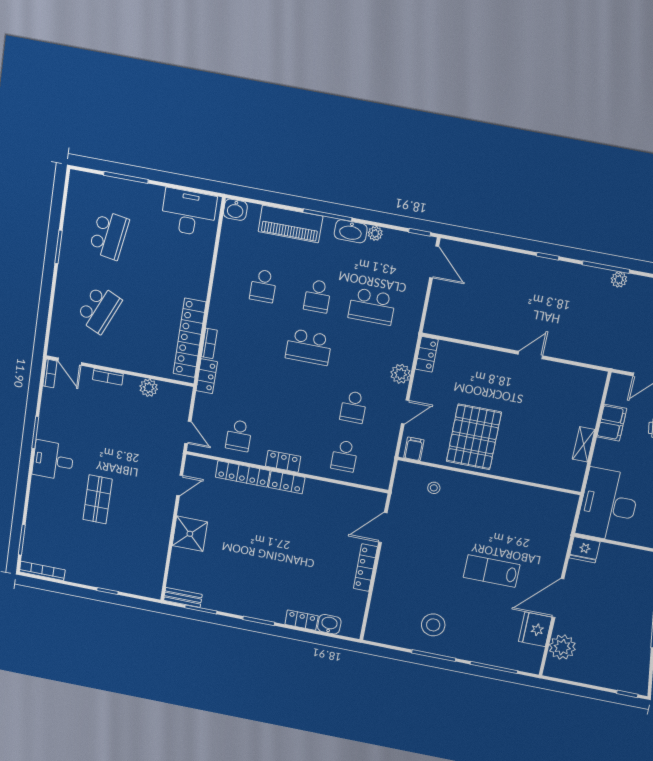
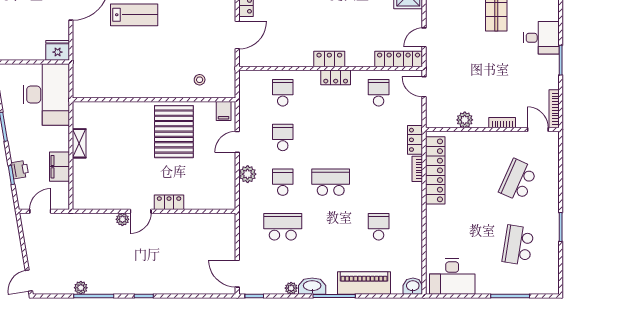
school desk: (317, 296) -> (283, 182), moved
plant: (553, 350) -> (122, 219), added
locker: (427, 354) -> (169, 202), moved, turned 90
bookcase: (50, 373) -> (554, 109), width x1.56
locker: (243, 474) -> (399, 59), moved

